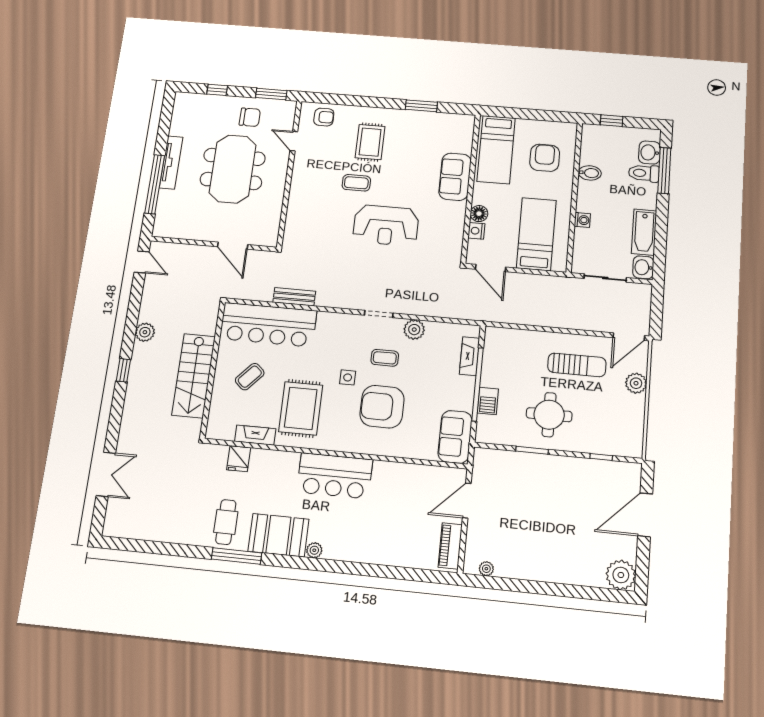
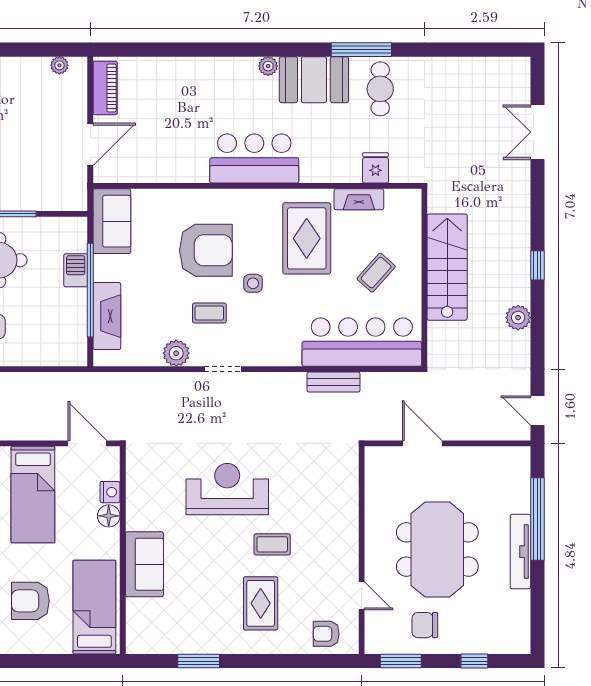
armchair: (545, 158) -> (30, 601), turned 90
fireplace: (469, 356) -> (107, 316), width x1.37, depth x1.32

